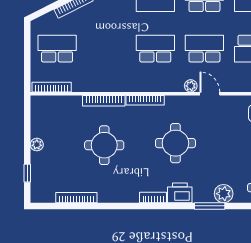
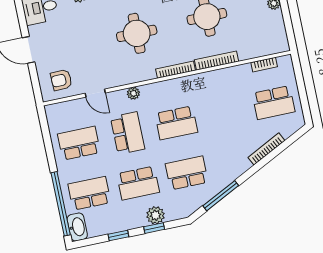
school desk: (204, 49) -> (128, 133), turned -90
bookcase: (52, 87) -> (264, 65), width x0.64
door: (210, 94) -> (95, 93), moved

